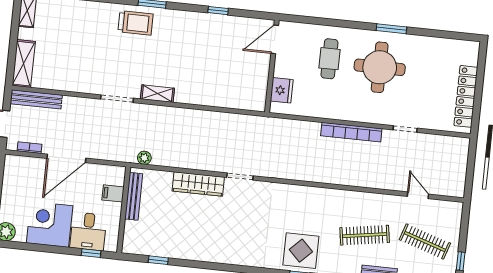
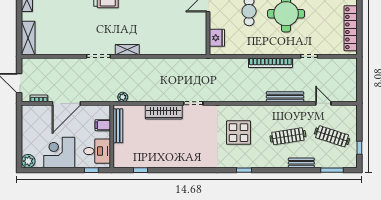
bench: (36, 99) -> (285, 97), moved
desk: (88, 231) -> (97, 151), moved, turned -90
display table: (301, 251) -> (239, 133), moved

